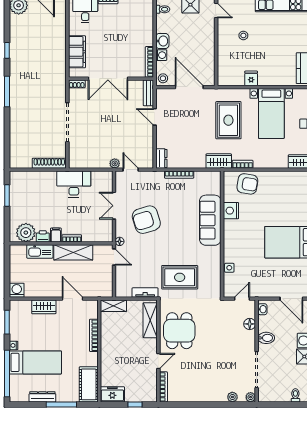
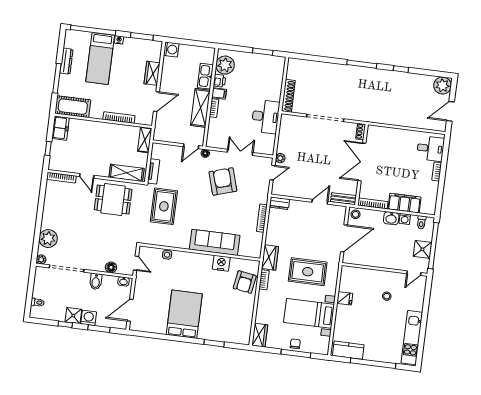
filing cabinet: (77, 52) -> (404, 203), moved, turned 180
washing machine: (161, 55) -> (405, 219), moved
plant: (232, 397) -> (48, 239), width x1.87, depth x1.87

